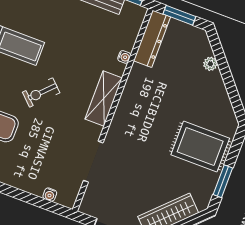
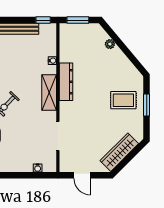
dresser: (152, 39) -> (66, 82), moved
rug: (200, 147) -> (123, 100), width x0.73, depth x0.70
window: (223, 181) -> (147, 105), moved

